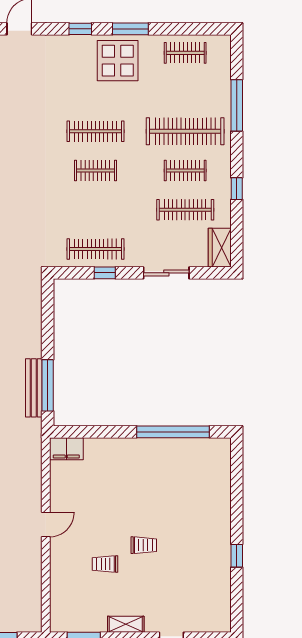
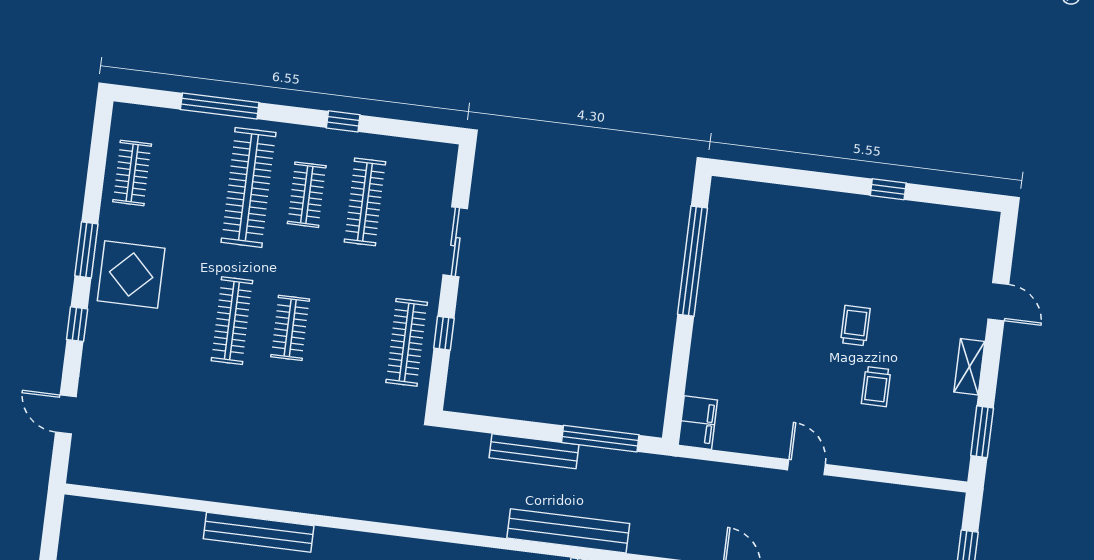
wardrobe: (220, 248) -> (428, 158), removed
bench: (34, 388) -> (534, 451), moved

